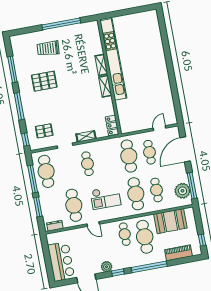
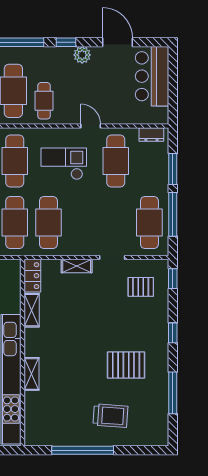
shelving: (105, 86) -> (32, 310), moved
window: (19, 106) -> (173, 333), width x0.46
cafe table: (87, 164) -> (48, 222), moved, width x1.37, depth x1.35

